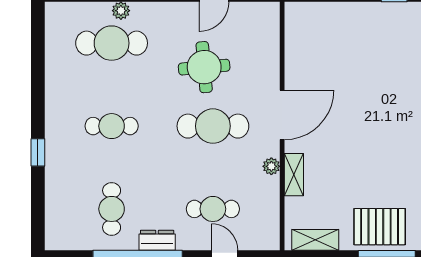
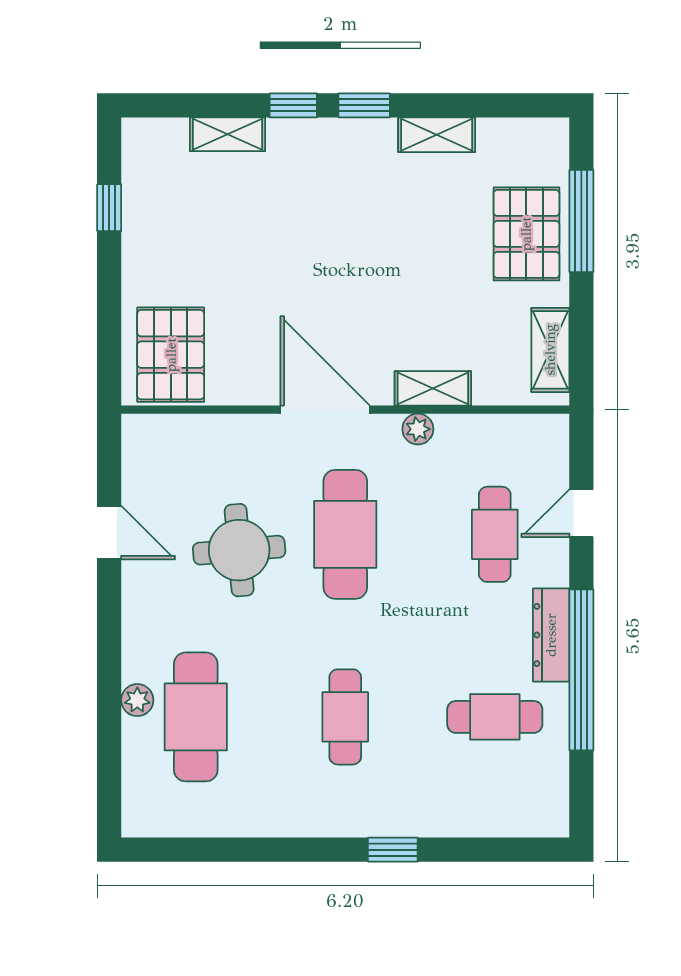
pallet: (313, 29) -> (171, 355), added
dresser: (157, 240) -> (551, 635), width x1.44

